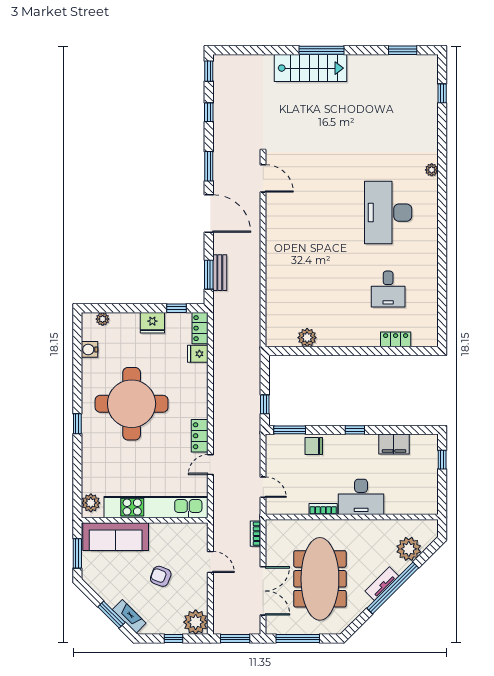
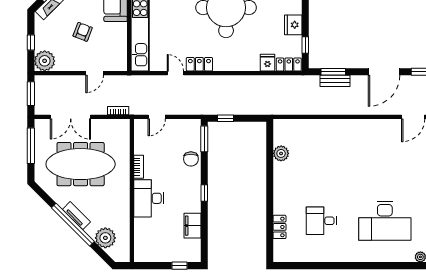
desk: (388, 213) -> (385, 221), turned 180
chair: (314, 446) -> (191, 159), turned 180

